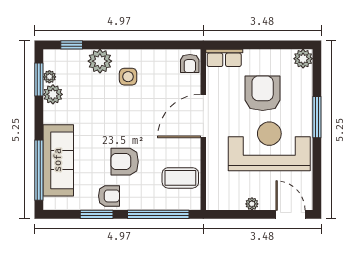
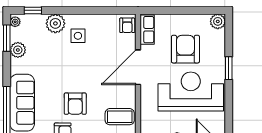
row of seats: (224, 58) -> (147, 30), moved, turned -90
plant: (49, 77) -> (15, 22), moved
window: (317, 117) -> (229, 68), width x0.69
armchair: (125, 162) -> (75, 104), turned -90

